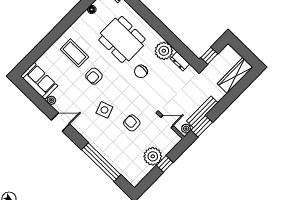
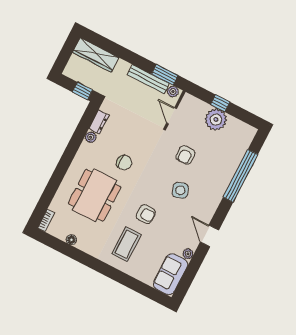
plant: (164, 51) -> (91, 137), width x0.53, depth x0.53

